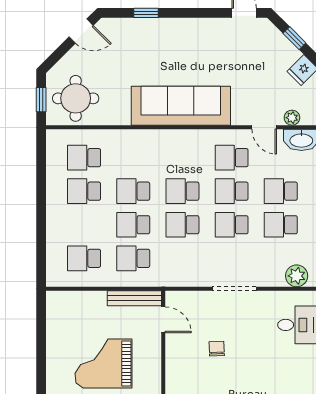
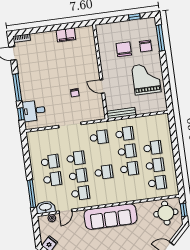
door: (264, 127) -> (66, 211), swing flipped
school desk: (182, 225) -> (99, 137), moved
school desk: (84, 258) -> (153, 148), moved
plant: (297, 276) -> (38, 136), removed
door: (163, 320) -> (102, 86), moved
grand piano: (104, 363) -> (146, 79), moved, turned -90

